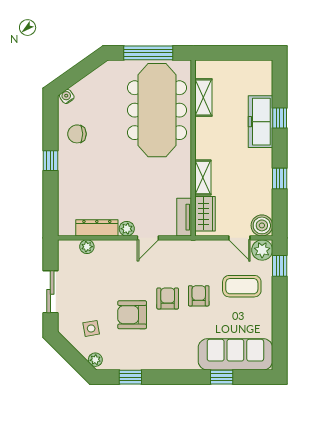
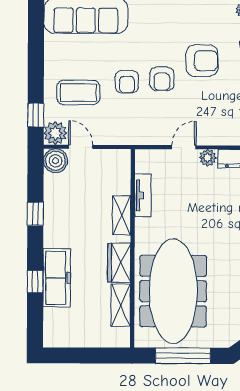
wardrobe: (205, 214) -> (119, 263), moved
tv unit: (184, 217) -> (143, 195), moved

